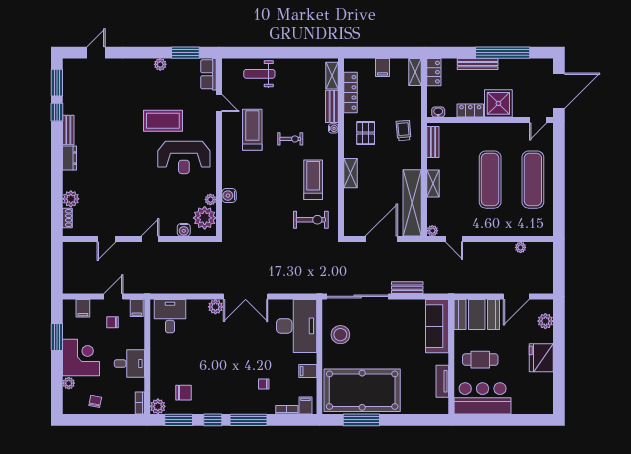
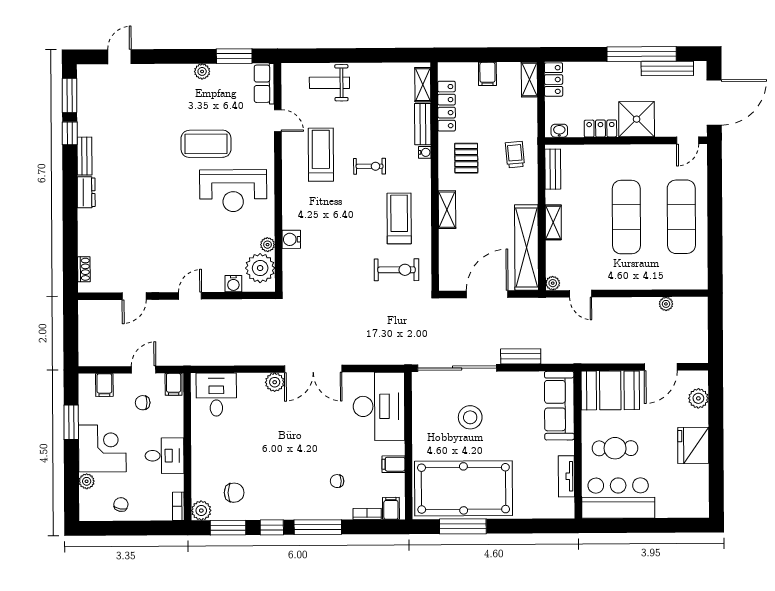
bench: (478, 64) -> (667, 69), moved
plant: (71, 199) -> (88, 245), removed
stool: (340, 335) -> (470, 417), moved

